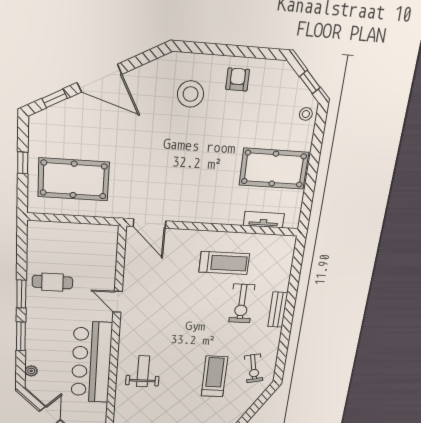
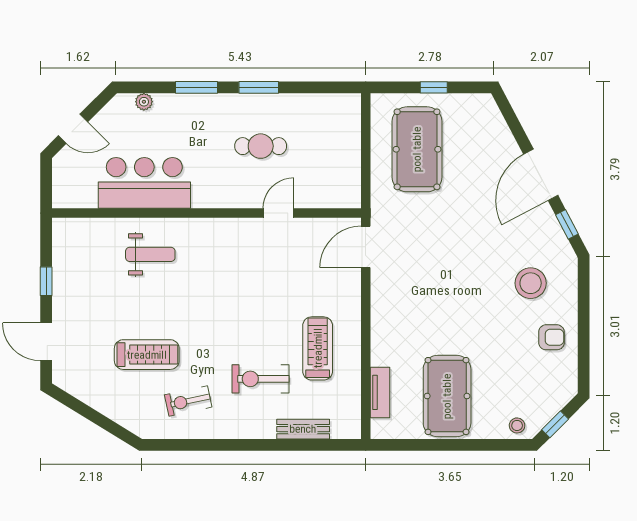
window: (55, 98) -> (567, 224), moved
treadmill: (224, 263) -> (318, 348), turned 180
cafe table: (52, 282) -> (261, 146), moved, turned 90
door: (118, 302) -> (278, 213), moved
bench: (278, 310) -> (303, 429), moved
bar counter: (91, 362) -> (144, 183), width x0.73
exercise bike: (254, 368) -> (188, 401), moved

